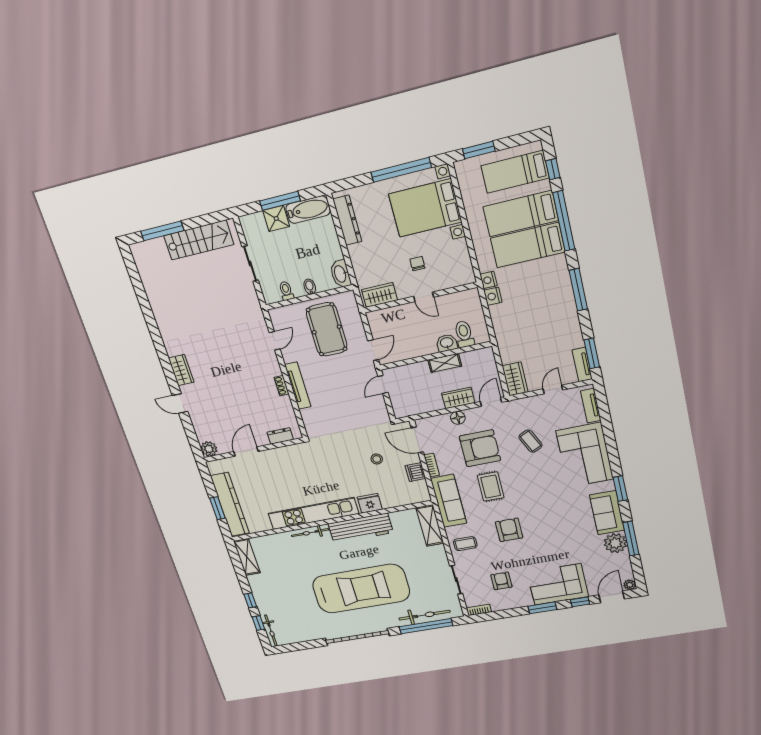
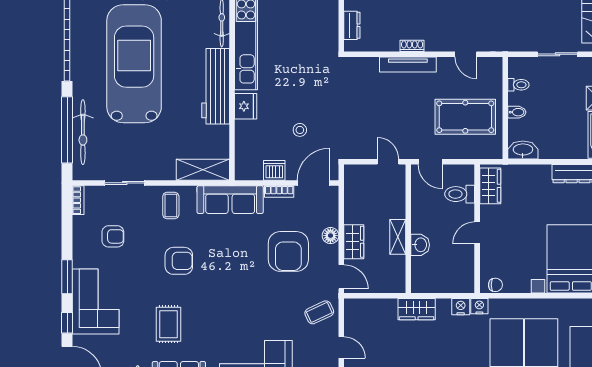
chair: (417, 264) -> (495, 285), moved
toilet: (464, 334) -> (460, 194), moved, turned 180
wardrobe: (515, 379) -> (417, 309), moved
coffee table: (530, 441) -> (319, 312), moved
rug: (491, 487) -> (169, 324), moved, turned 90
car: (361, 589) -> (134, 64), turned 180

